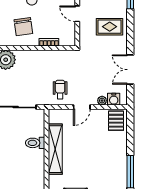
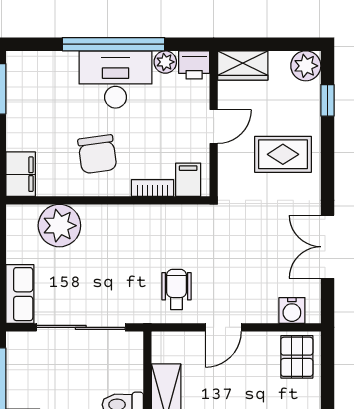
door: (77, 14) -> (214, 127), swing flipped
filing cabinet: (66, 38) -> (188, 180), added
plant: (102, 101) -> (267, 313), removed

